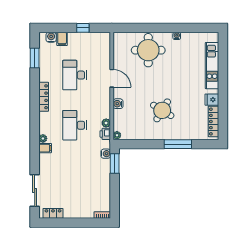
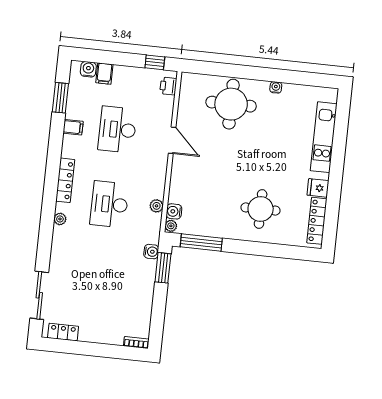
window: (83, 28) -> (155, 62), moved
locker: (44, 97) -> (65, 180), moved
water cooler: (118, 104) -> (174, 211), moved
round table: (162, 110) -> (261, 209), moved, turned -31
printer: (105, 134) -> (168, 86), moved
window: (178, 144) -> (201, 243), moved
filing cabinet: (45, 148) -> (73, 127), moved

